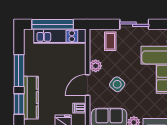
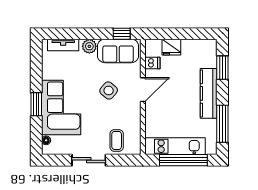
plant: (96, 66) -> (134, 112), removed
window: (19, 71) -> (222, 124), moved
kitchen counter: (31, 98) -> (209, 93), moved

